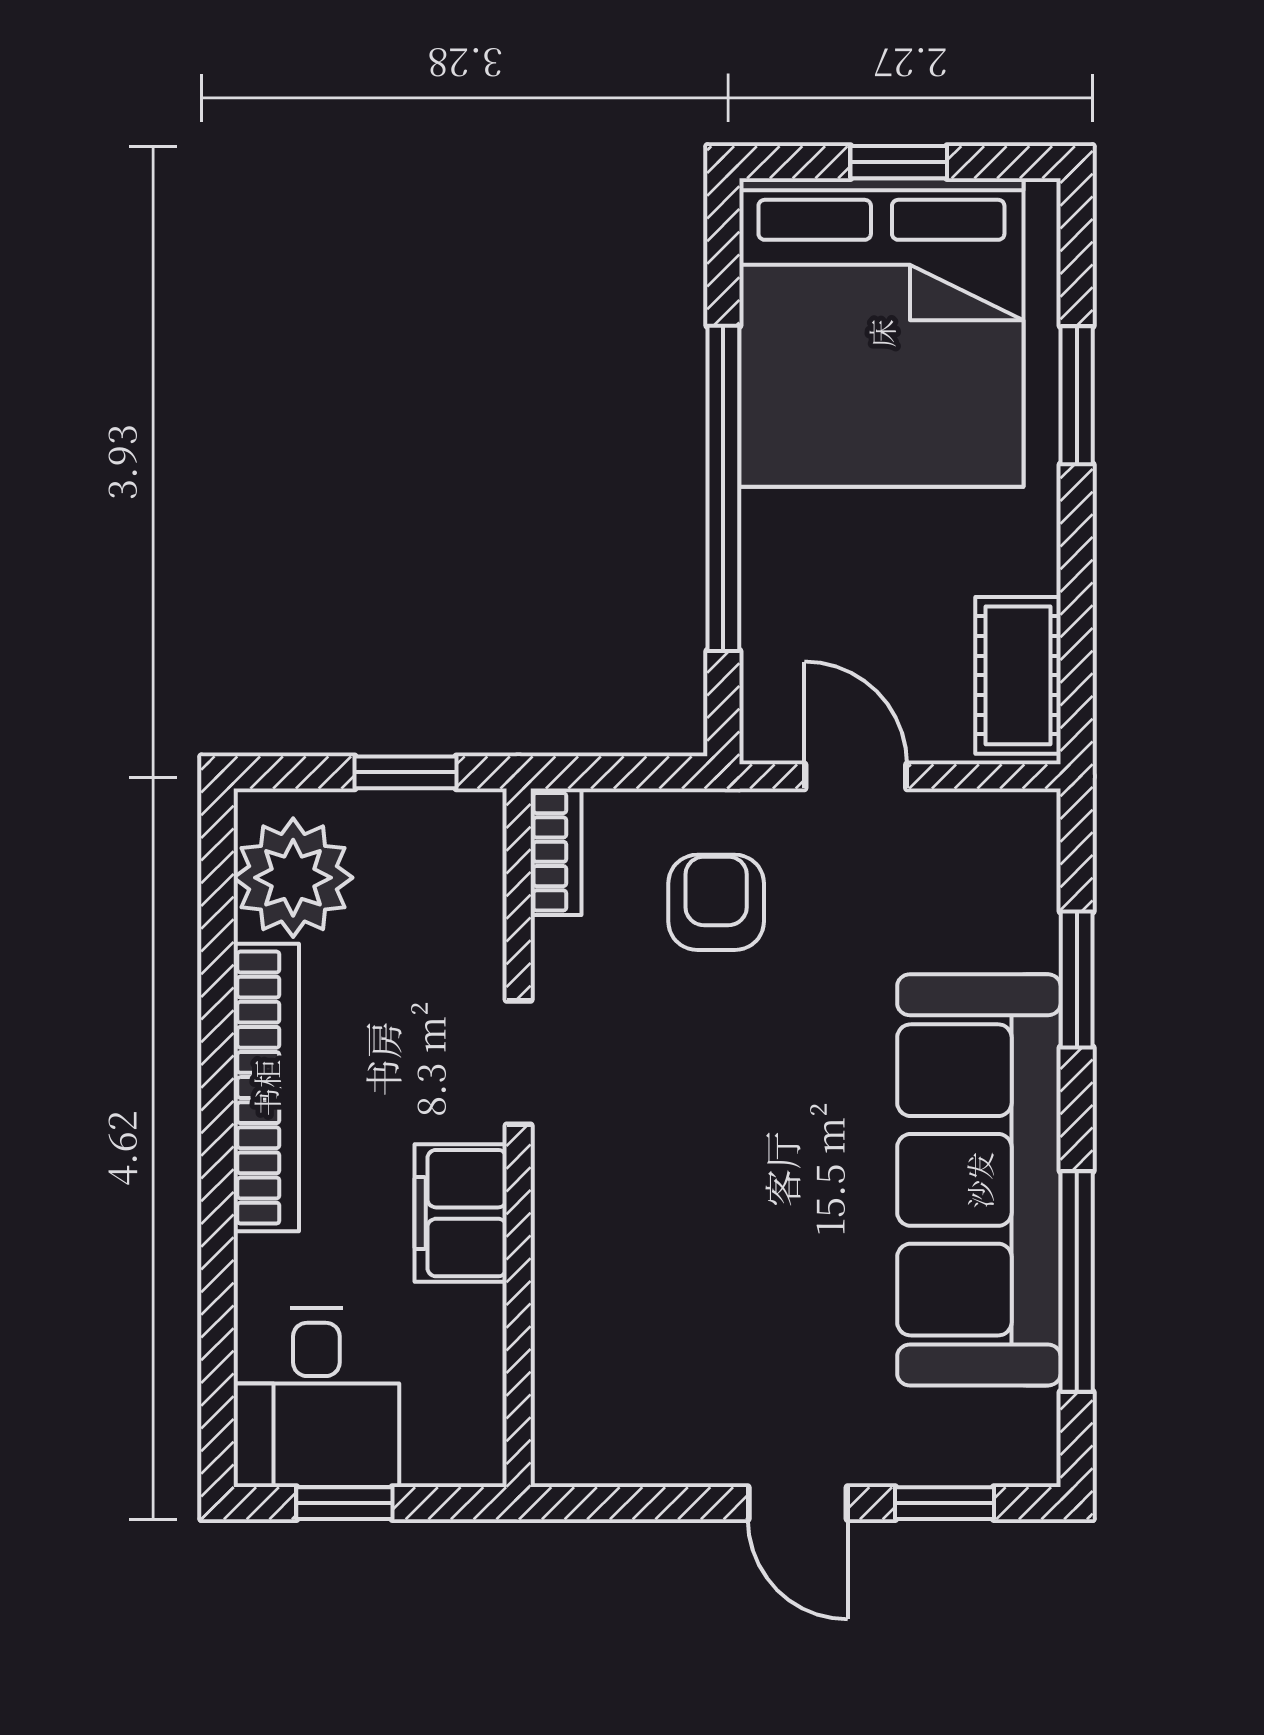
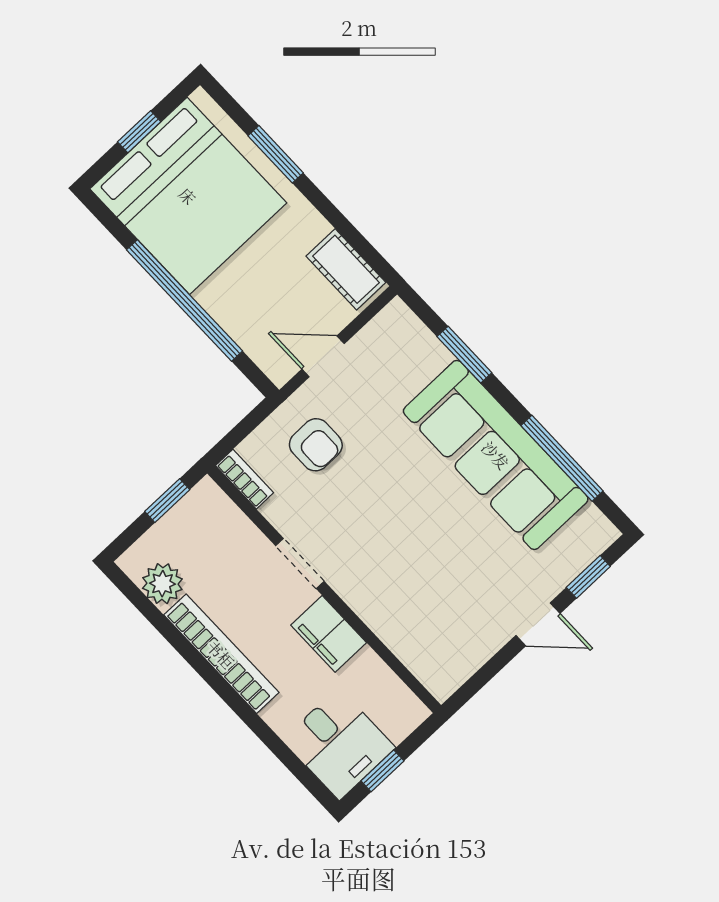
plant: (293, 878) -> (162, 584), width x0.73, depth x0.73
armchair: (716, 902) -> (316, 445), turned 180

